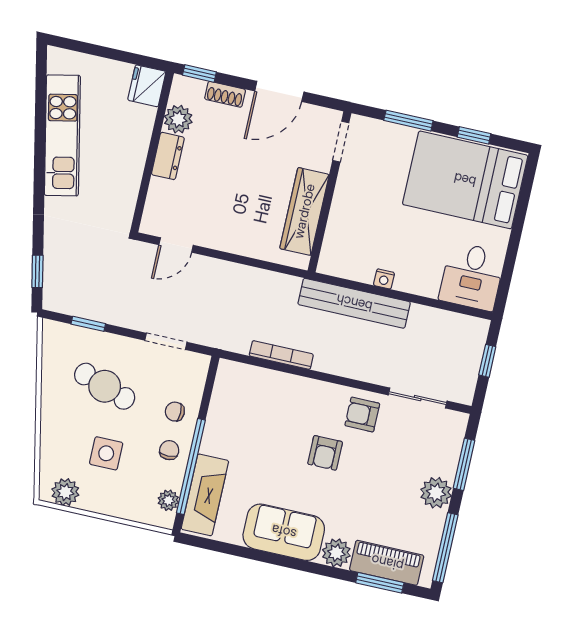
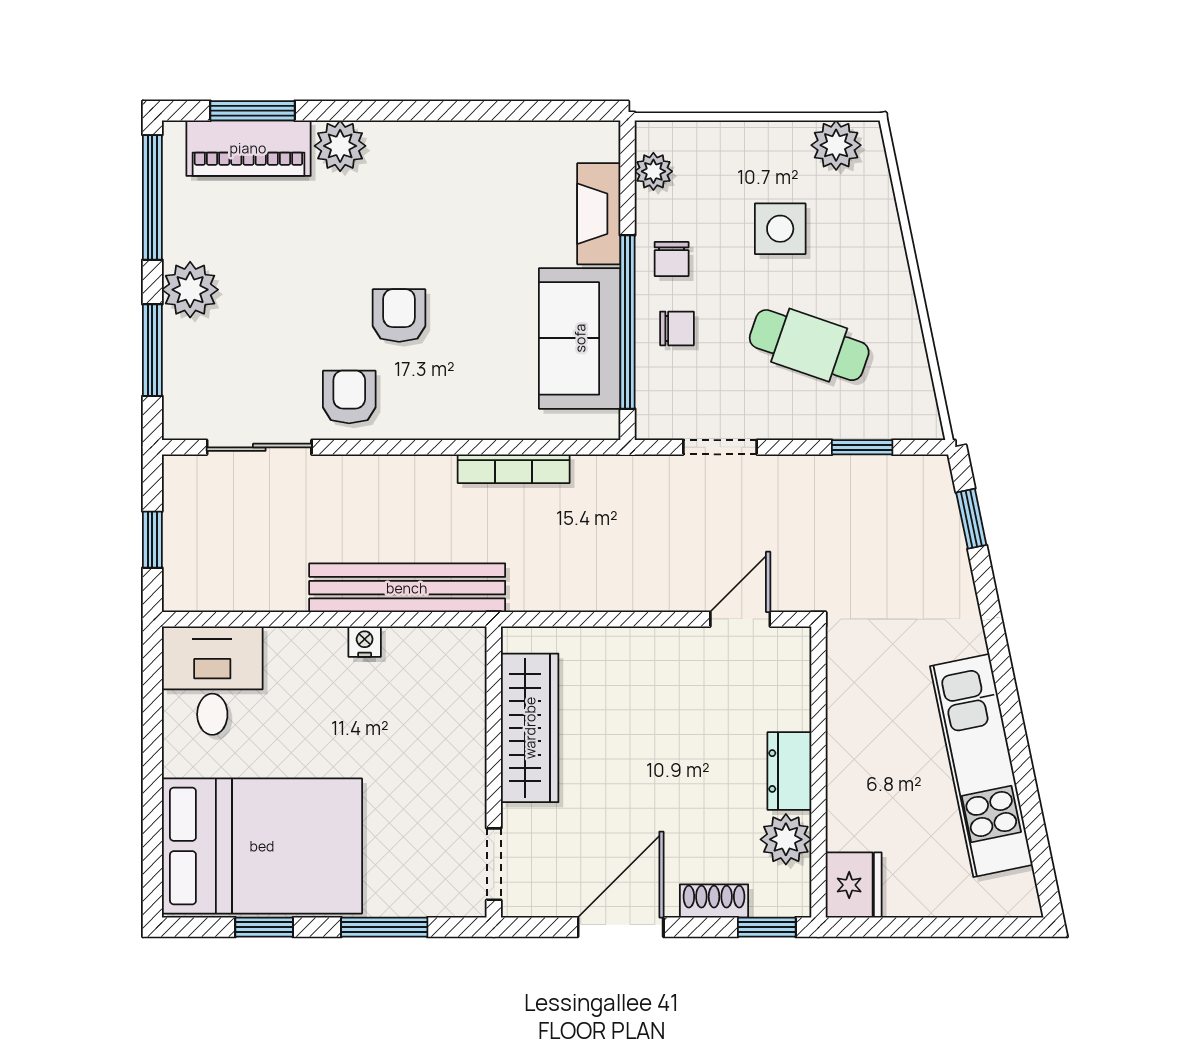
armchair: (362, 415) -> (349, 397), turned -90
window: (191, 466) -> (627, 322), moved
fireplace: (205, 495) -> (599, 214), width x0.73, depth x0.76
sofa: (284, 532) -> (580, 338), moved, turned 90

